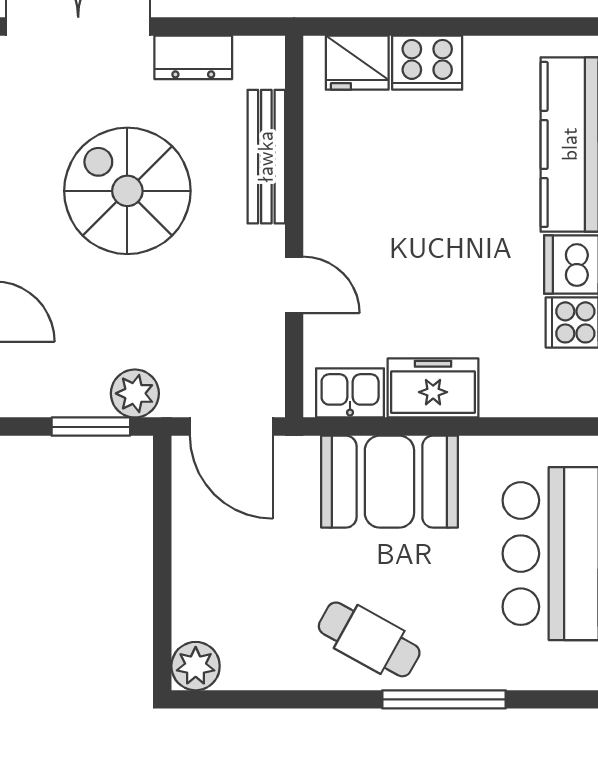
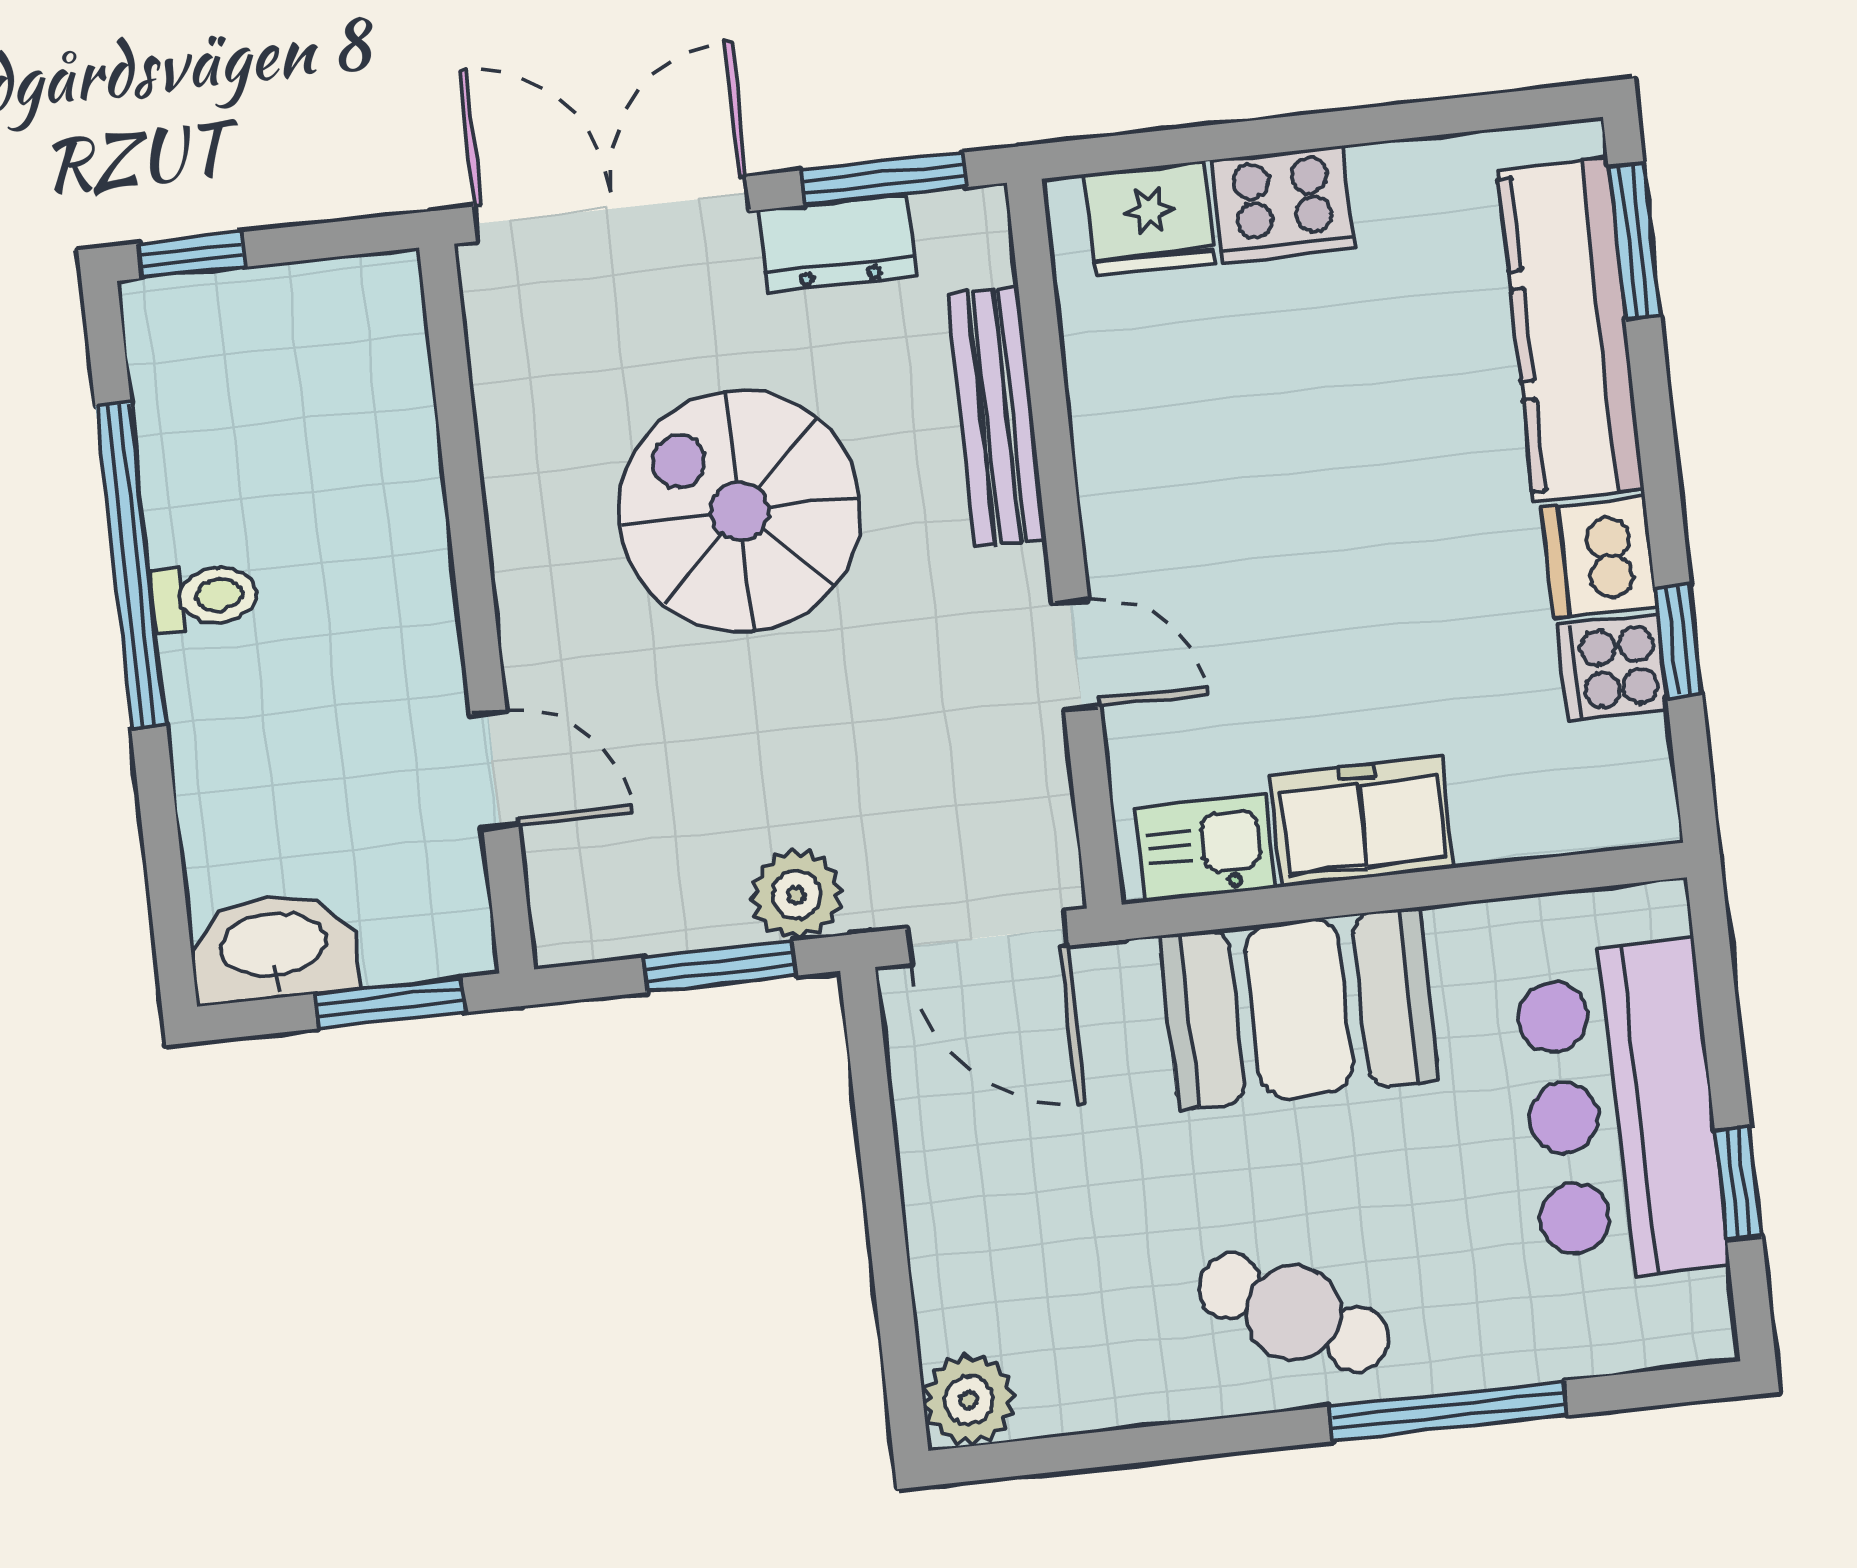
window: (221, 27) -> (884, 179), added

